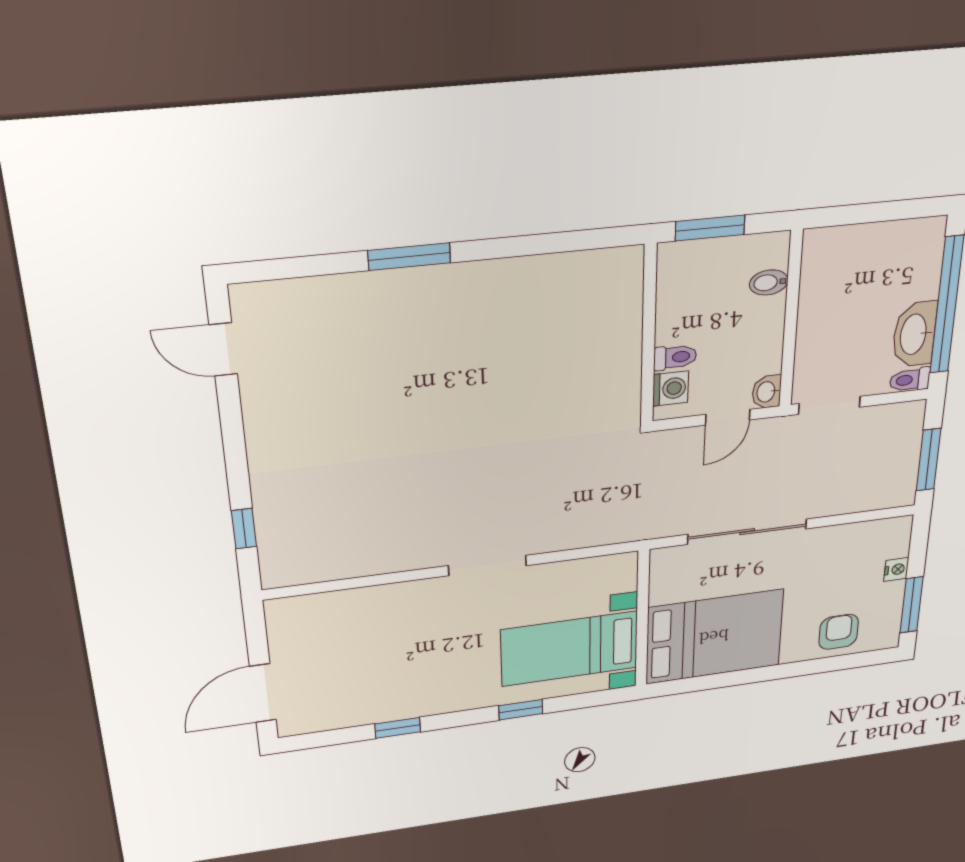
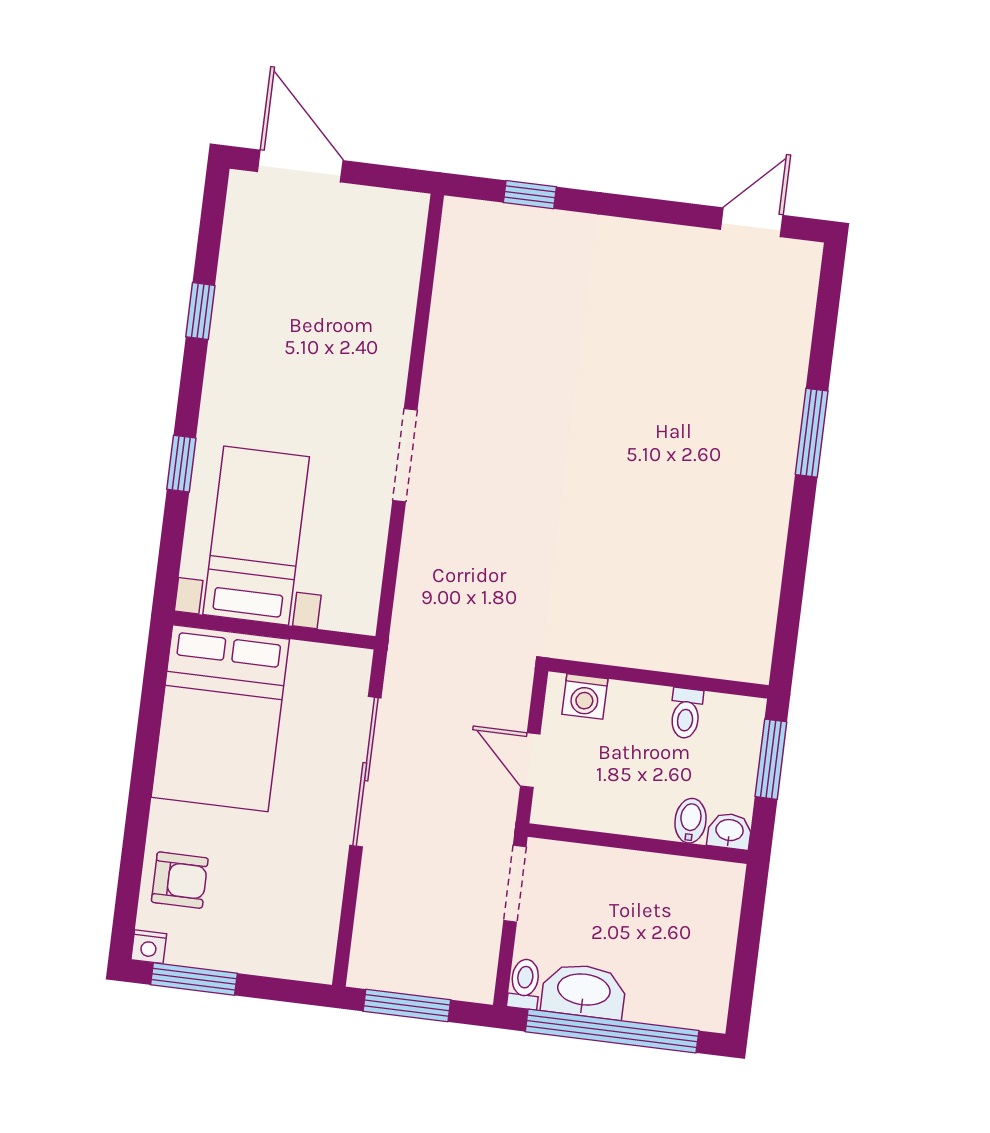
toilet: (675, 357) -> (686, 713), moved
washbasin: (767, 392) -> (729, 831), moved
nightstand: (896, 569) -> (149, 947), moved

